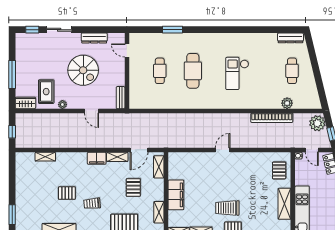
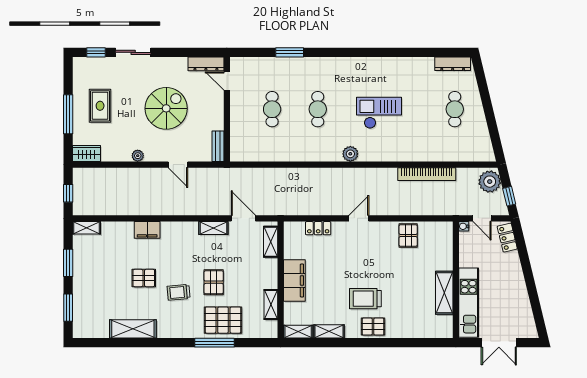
dresser: (94, 38) -> (206, 64), moved
spiral stairs: (83, 70) -> (166, 108), turned -90
cafe table: (193, 71) -> (318, 109), width x0.73, depth x0.74
checkout: (237, 73) -> (379, 113), turned 90
rug: (46, 92) -> (100, 106), moved
plant: (287, 103) -> (350, 154), moved
door: (139, 150) -> (243, 218), swing flipped
shelving: (45, 157) -> (87, 228), moved
locker: (193, 157) -> (318, 228), added
filing cabinet: (97, 158) -> (147, 230), moved
pallet: (279, 170) -> (408, 236), moved
window: (12, 182) -> (68, 263), added
pallet: (133, 187) -> (214, 282), moved

